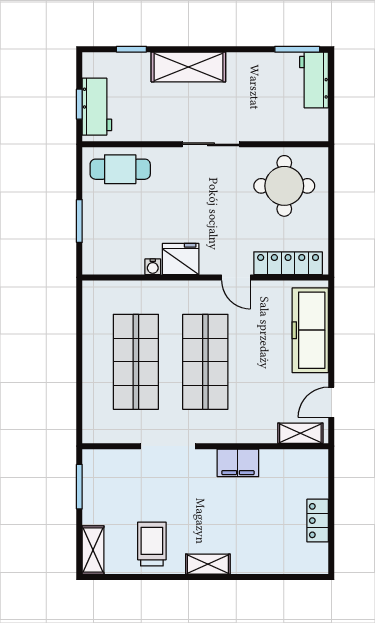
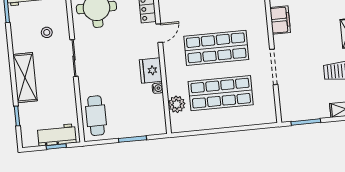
stool: (254, 107) -> (47, 32), added
plant: (125, 293) -> (177, 104), added

